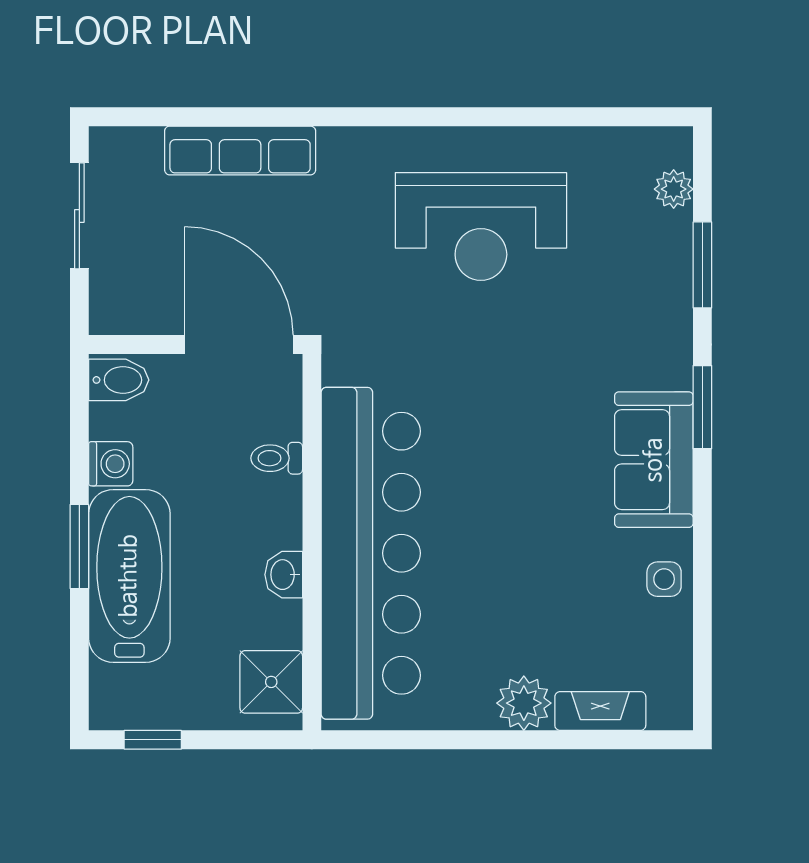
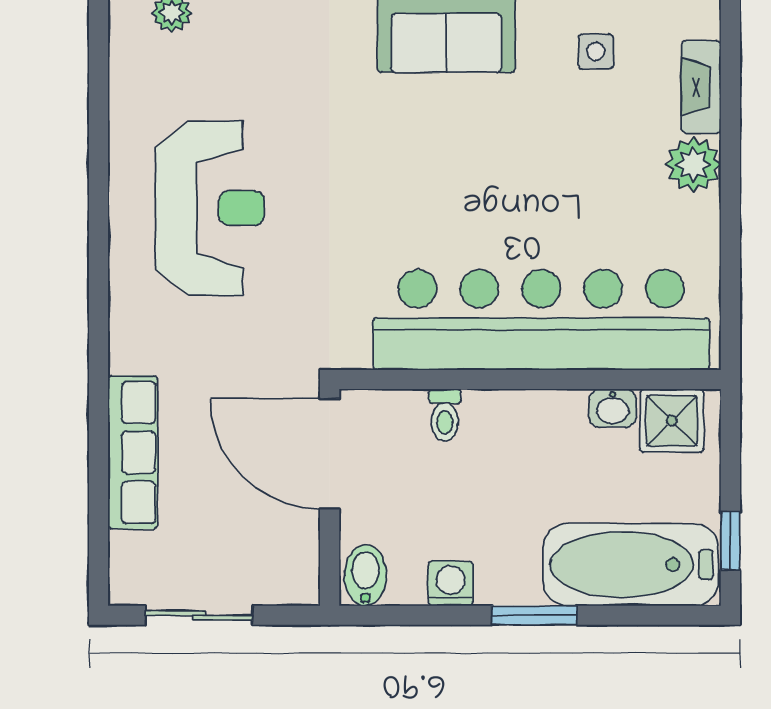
door: (239, 345) -> (330, 454), hinge flipped
washbasin: (284, 575) -> (613, 408), moved
bathtub: (129, 576) -> (631, 565), moved
side table: (664, 579) -> (596, 52), moved

